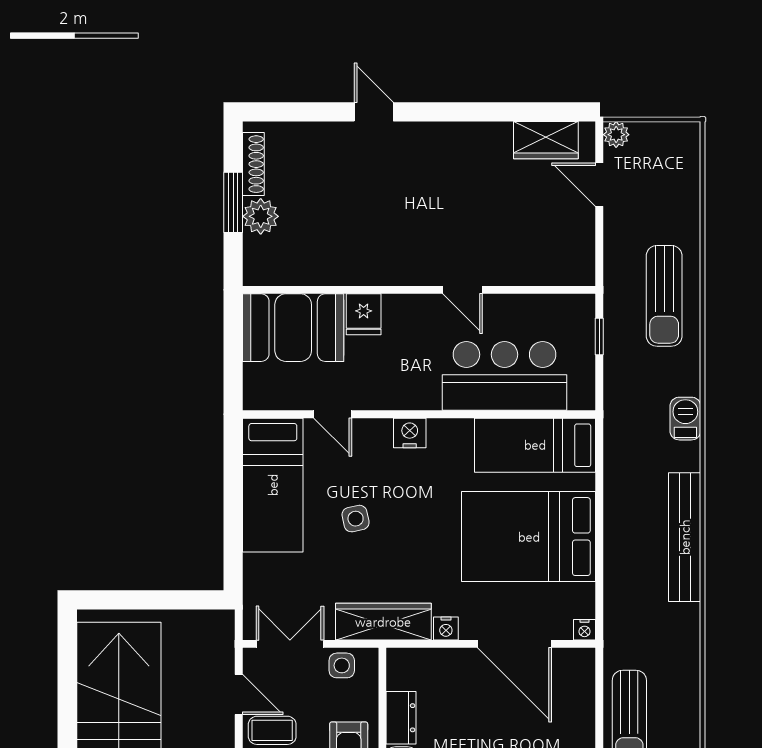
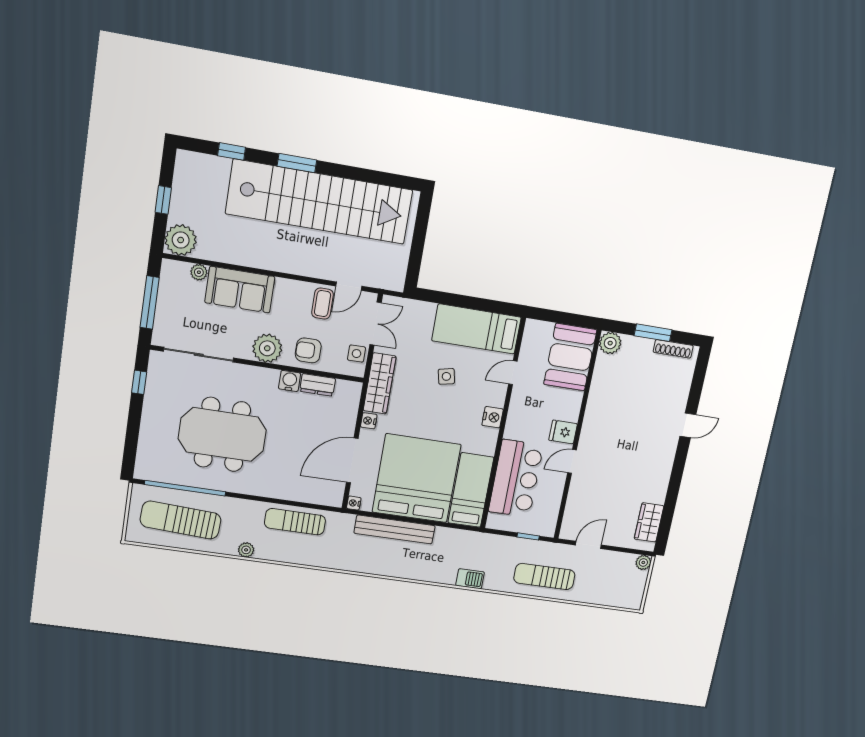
door: (599, 185) -> (588, 545), moved
plant: (261, 216) -> (610, 343), moved
fridge: (364, 314) -> (563, 432), moved
bed: (529, 537) -> (416, 478), width x1.36
bench: (685, 537) -> (395, 529), moved

